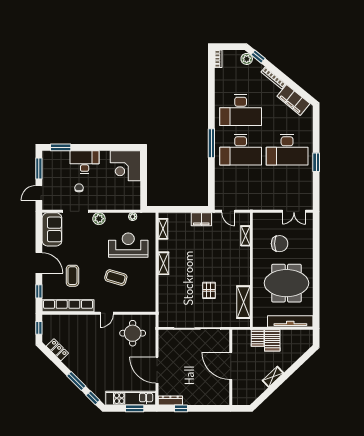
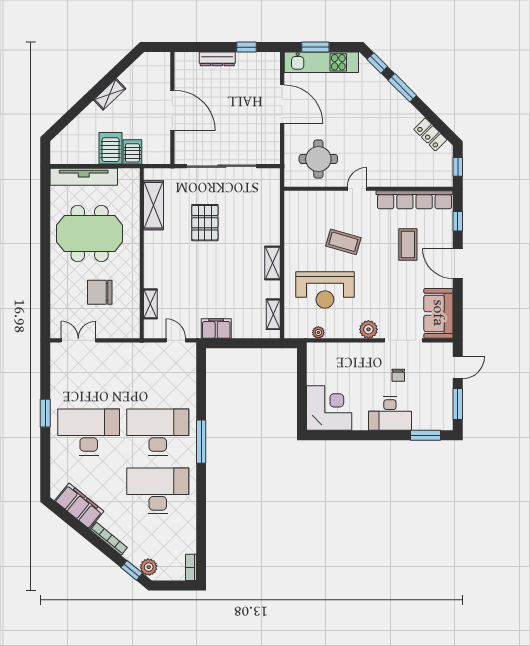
pallet: (209, 290) -> (205, 223), width x1.50, depth x1.42
dresser: (170, 401) -> (217, 59), moved

